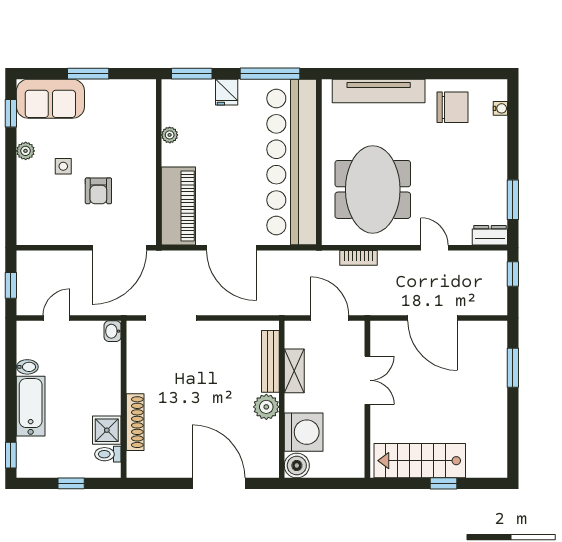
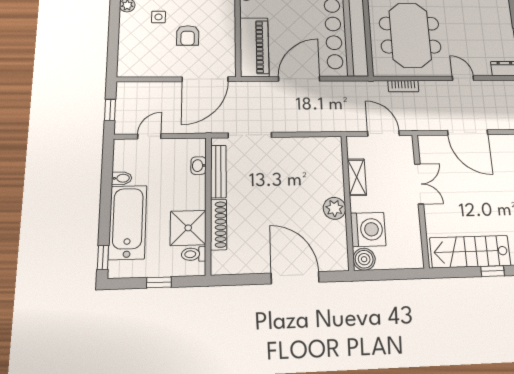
door: (231, 248) -> (299, 79), swing flipped
washbasin: (113, 331) -> (199, 166), moved
bench: (270, 361) -> (218, 171), moved
bathtub: (31, 406) -> (128, 222), width x1.36, depth x1.36
shower: (107, 430) -> (188, 228), width x1.36, depth x1.36

